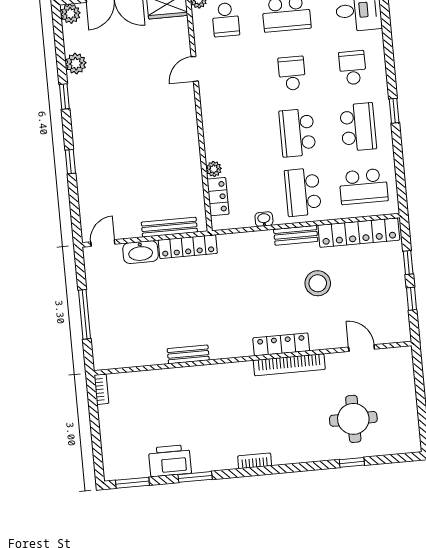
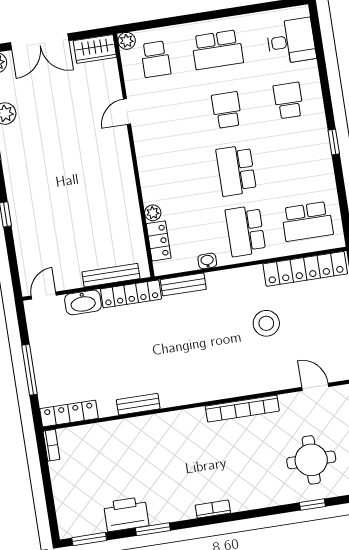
school desk: (358, 127) -> (298, 161), removed
bench: (296, 235) -> (183, 284), moved
locker: (281, 344) -> (69, 414), moved

